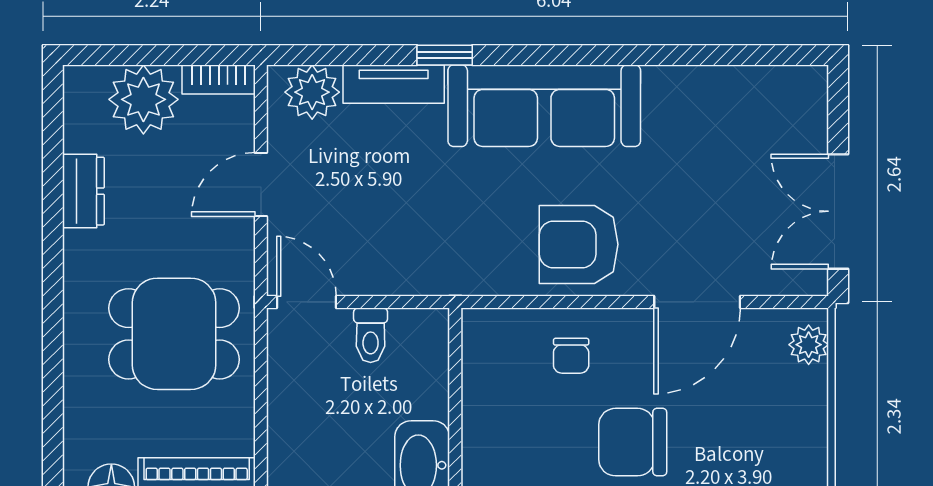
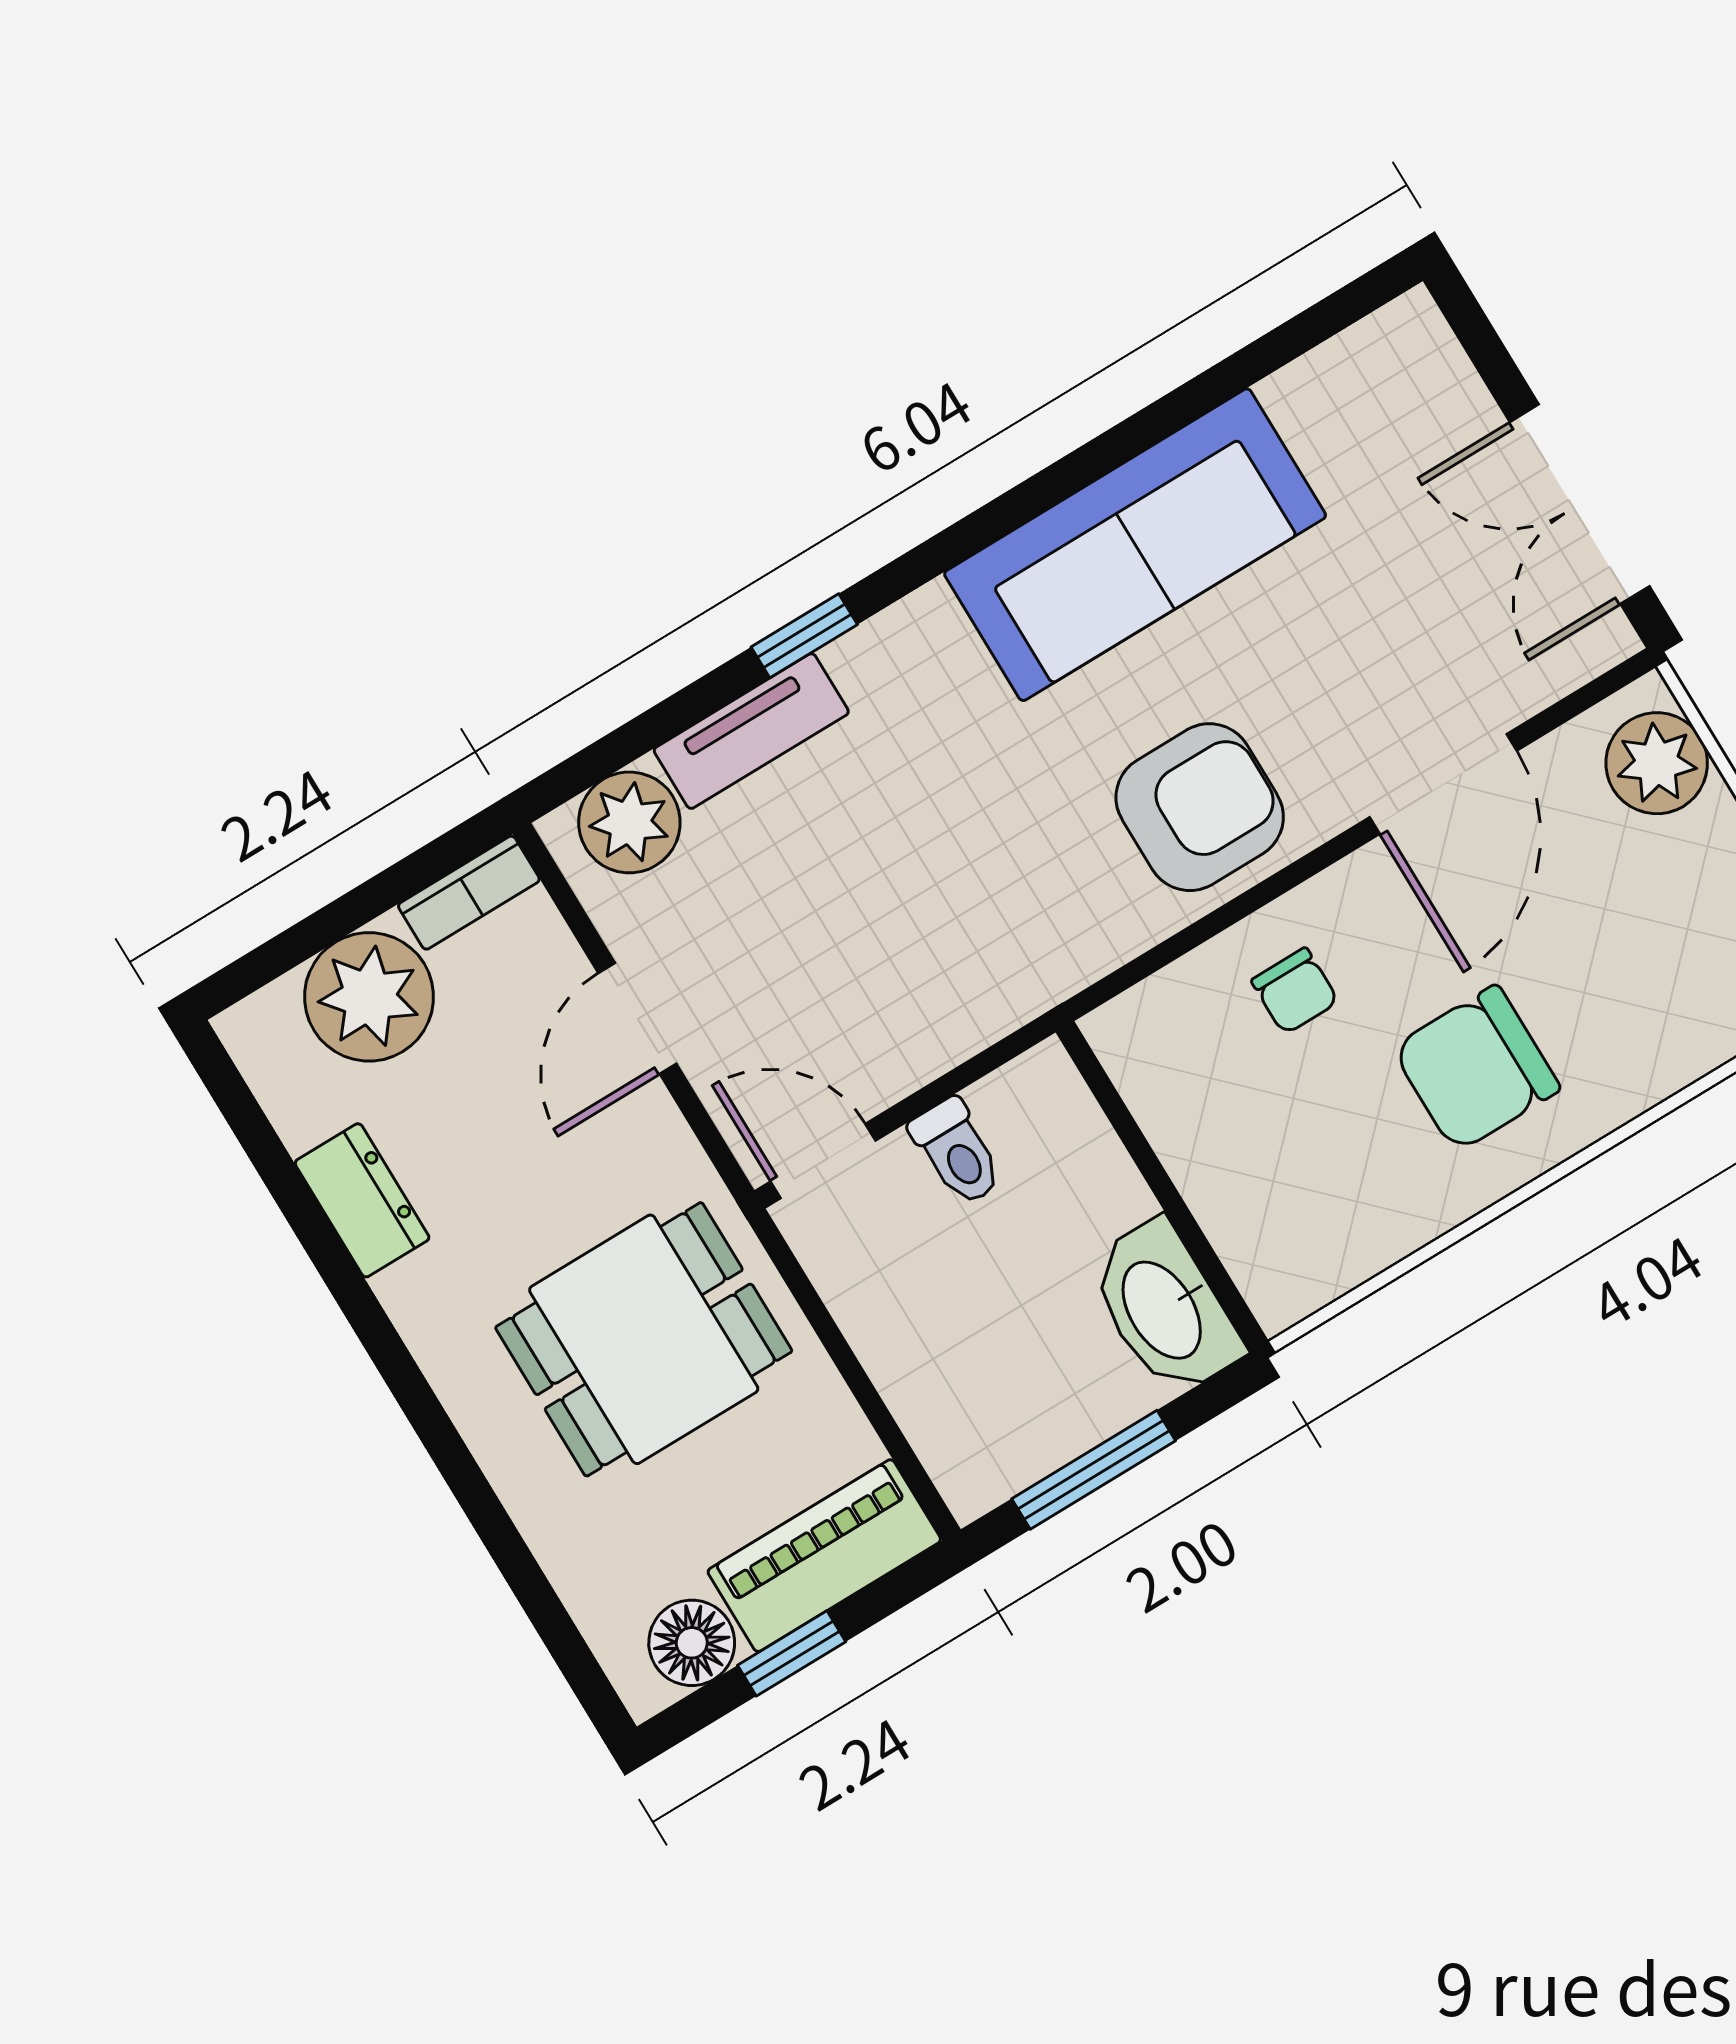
sofa: (544, 106) -> (1135, 545), moved
armchair: (579, 244) -> (1200, 807), turned 180
plant: (809, 345) -> (1657, 763), width x1.38, depth x1.38

